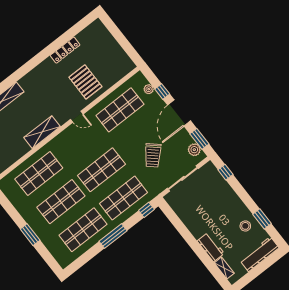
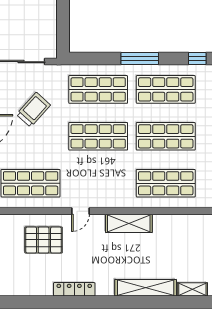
locker: (65, 50) -> (74, 289), moved
pallet: (85, 82) -> (44, 240), turned 90
door: (77, 117) -> (81, 211), swing flipped
window: (146, 210) -> (197, 59), moved

